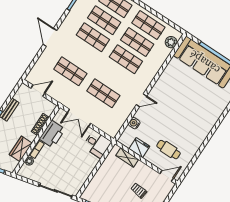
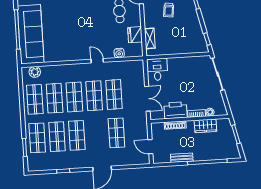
shop shelf: (115, 76) -> (94, 96), added

